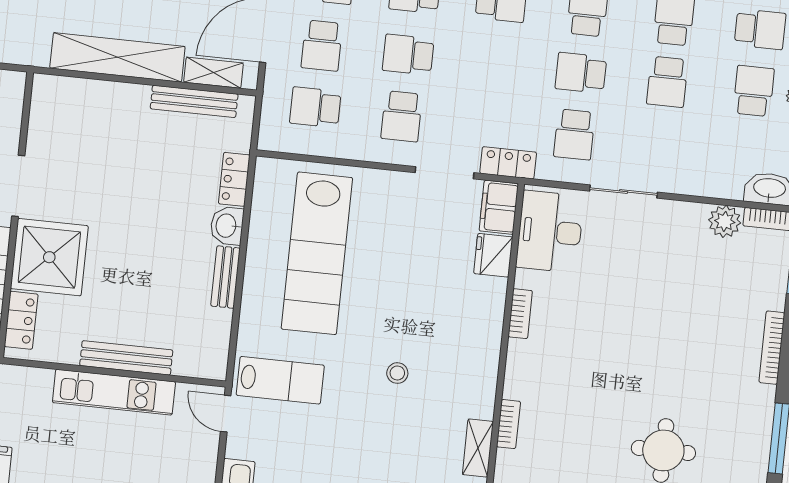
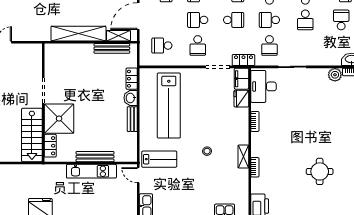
school desk: (322, 46) -> (234, 20), moved, turned -90
shelving: (478, 448) -> (243, 157), moved

